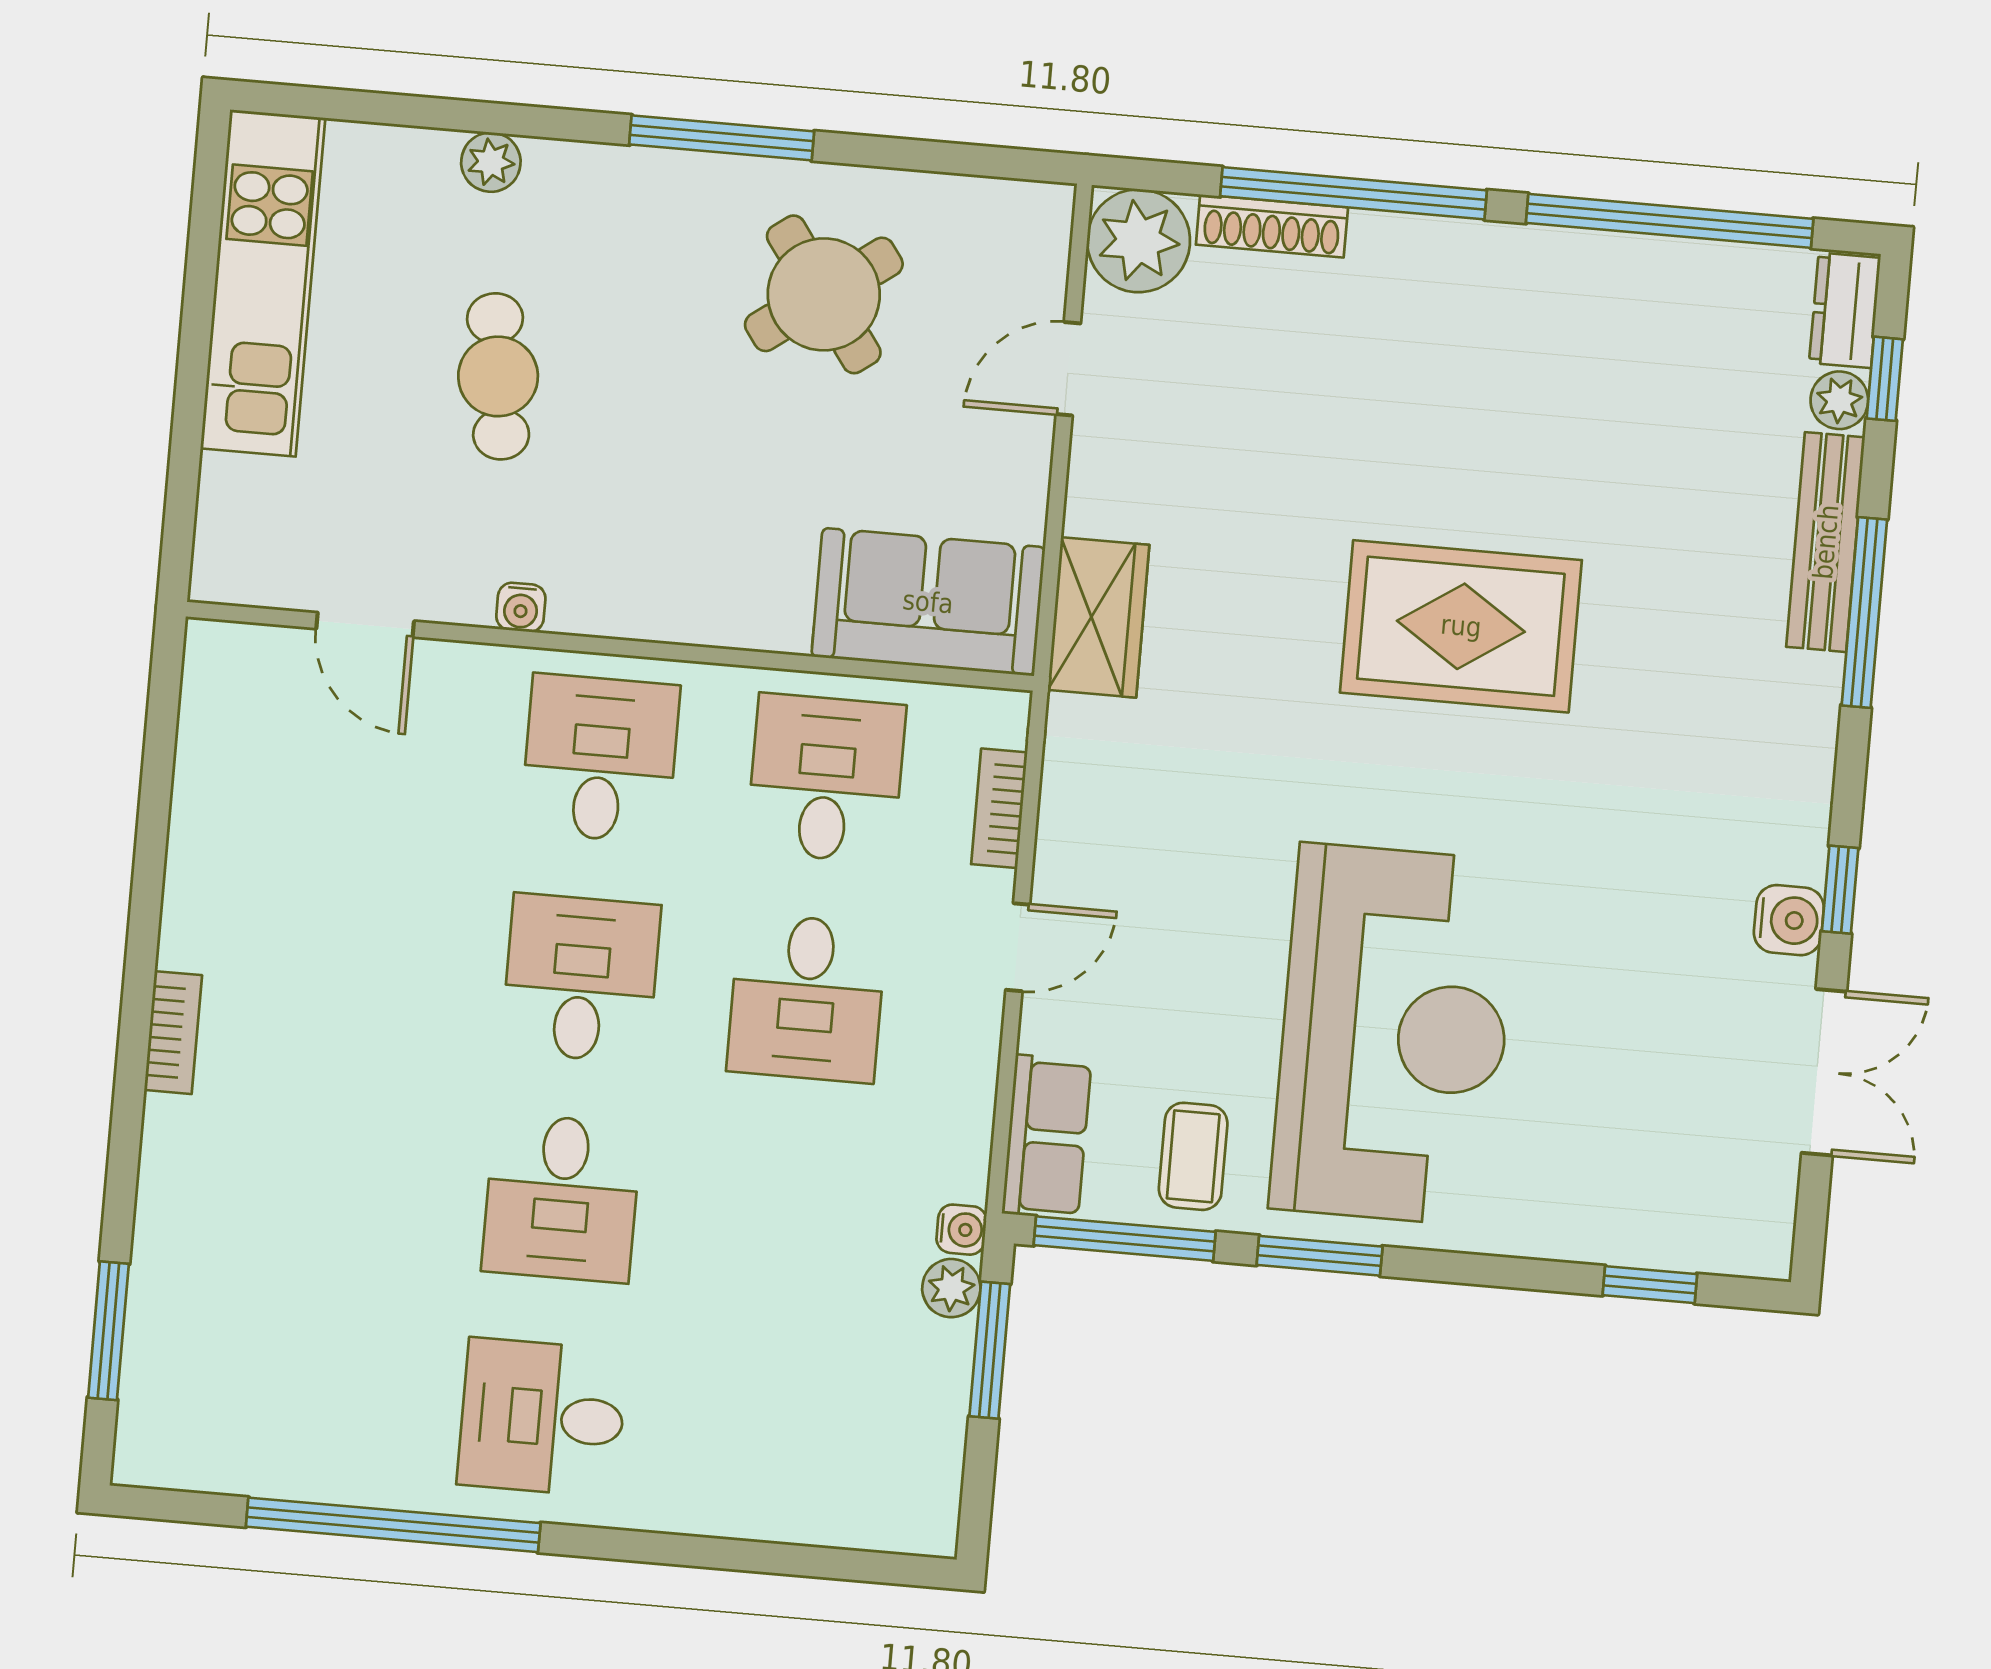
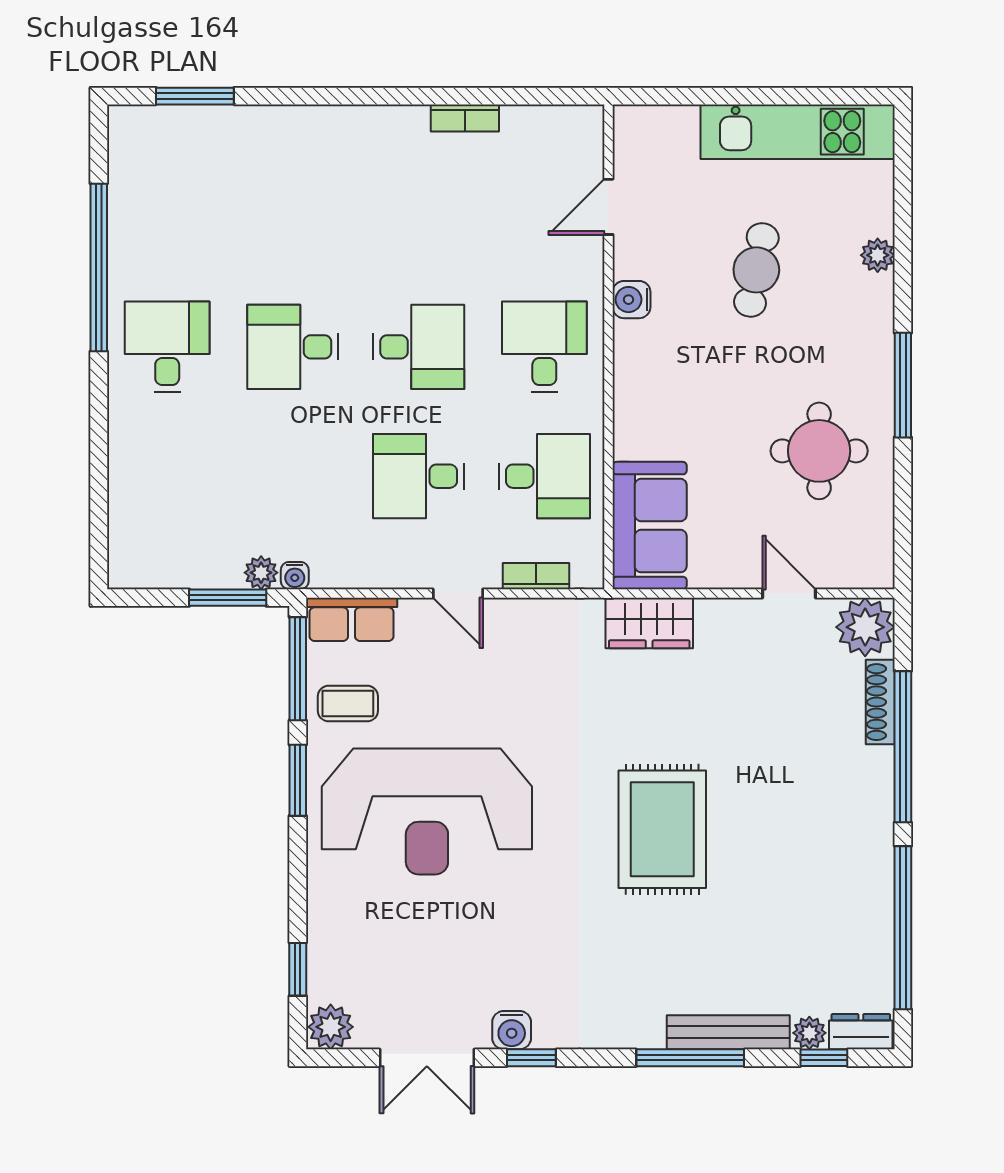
round table: (824, 294) -> (819, 451), turned 36
cafe table: (498, 376) -> (756, 270), turned -71
water cooler: (521, 607) -> (632, 300), width x1.38, depth x1.38
desk: (600, 759) -> (544, 347), turned -90
bookcase: (173, 1033) -> (465, 118), moved
plant: (1755, 1236) -> (331, 1027), added

